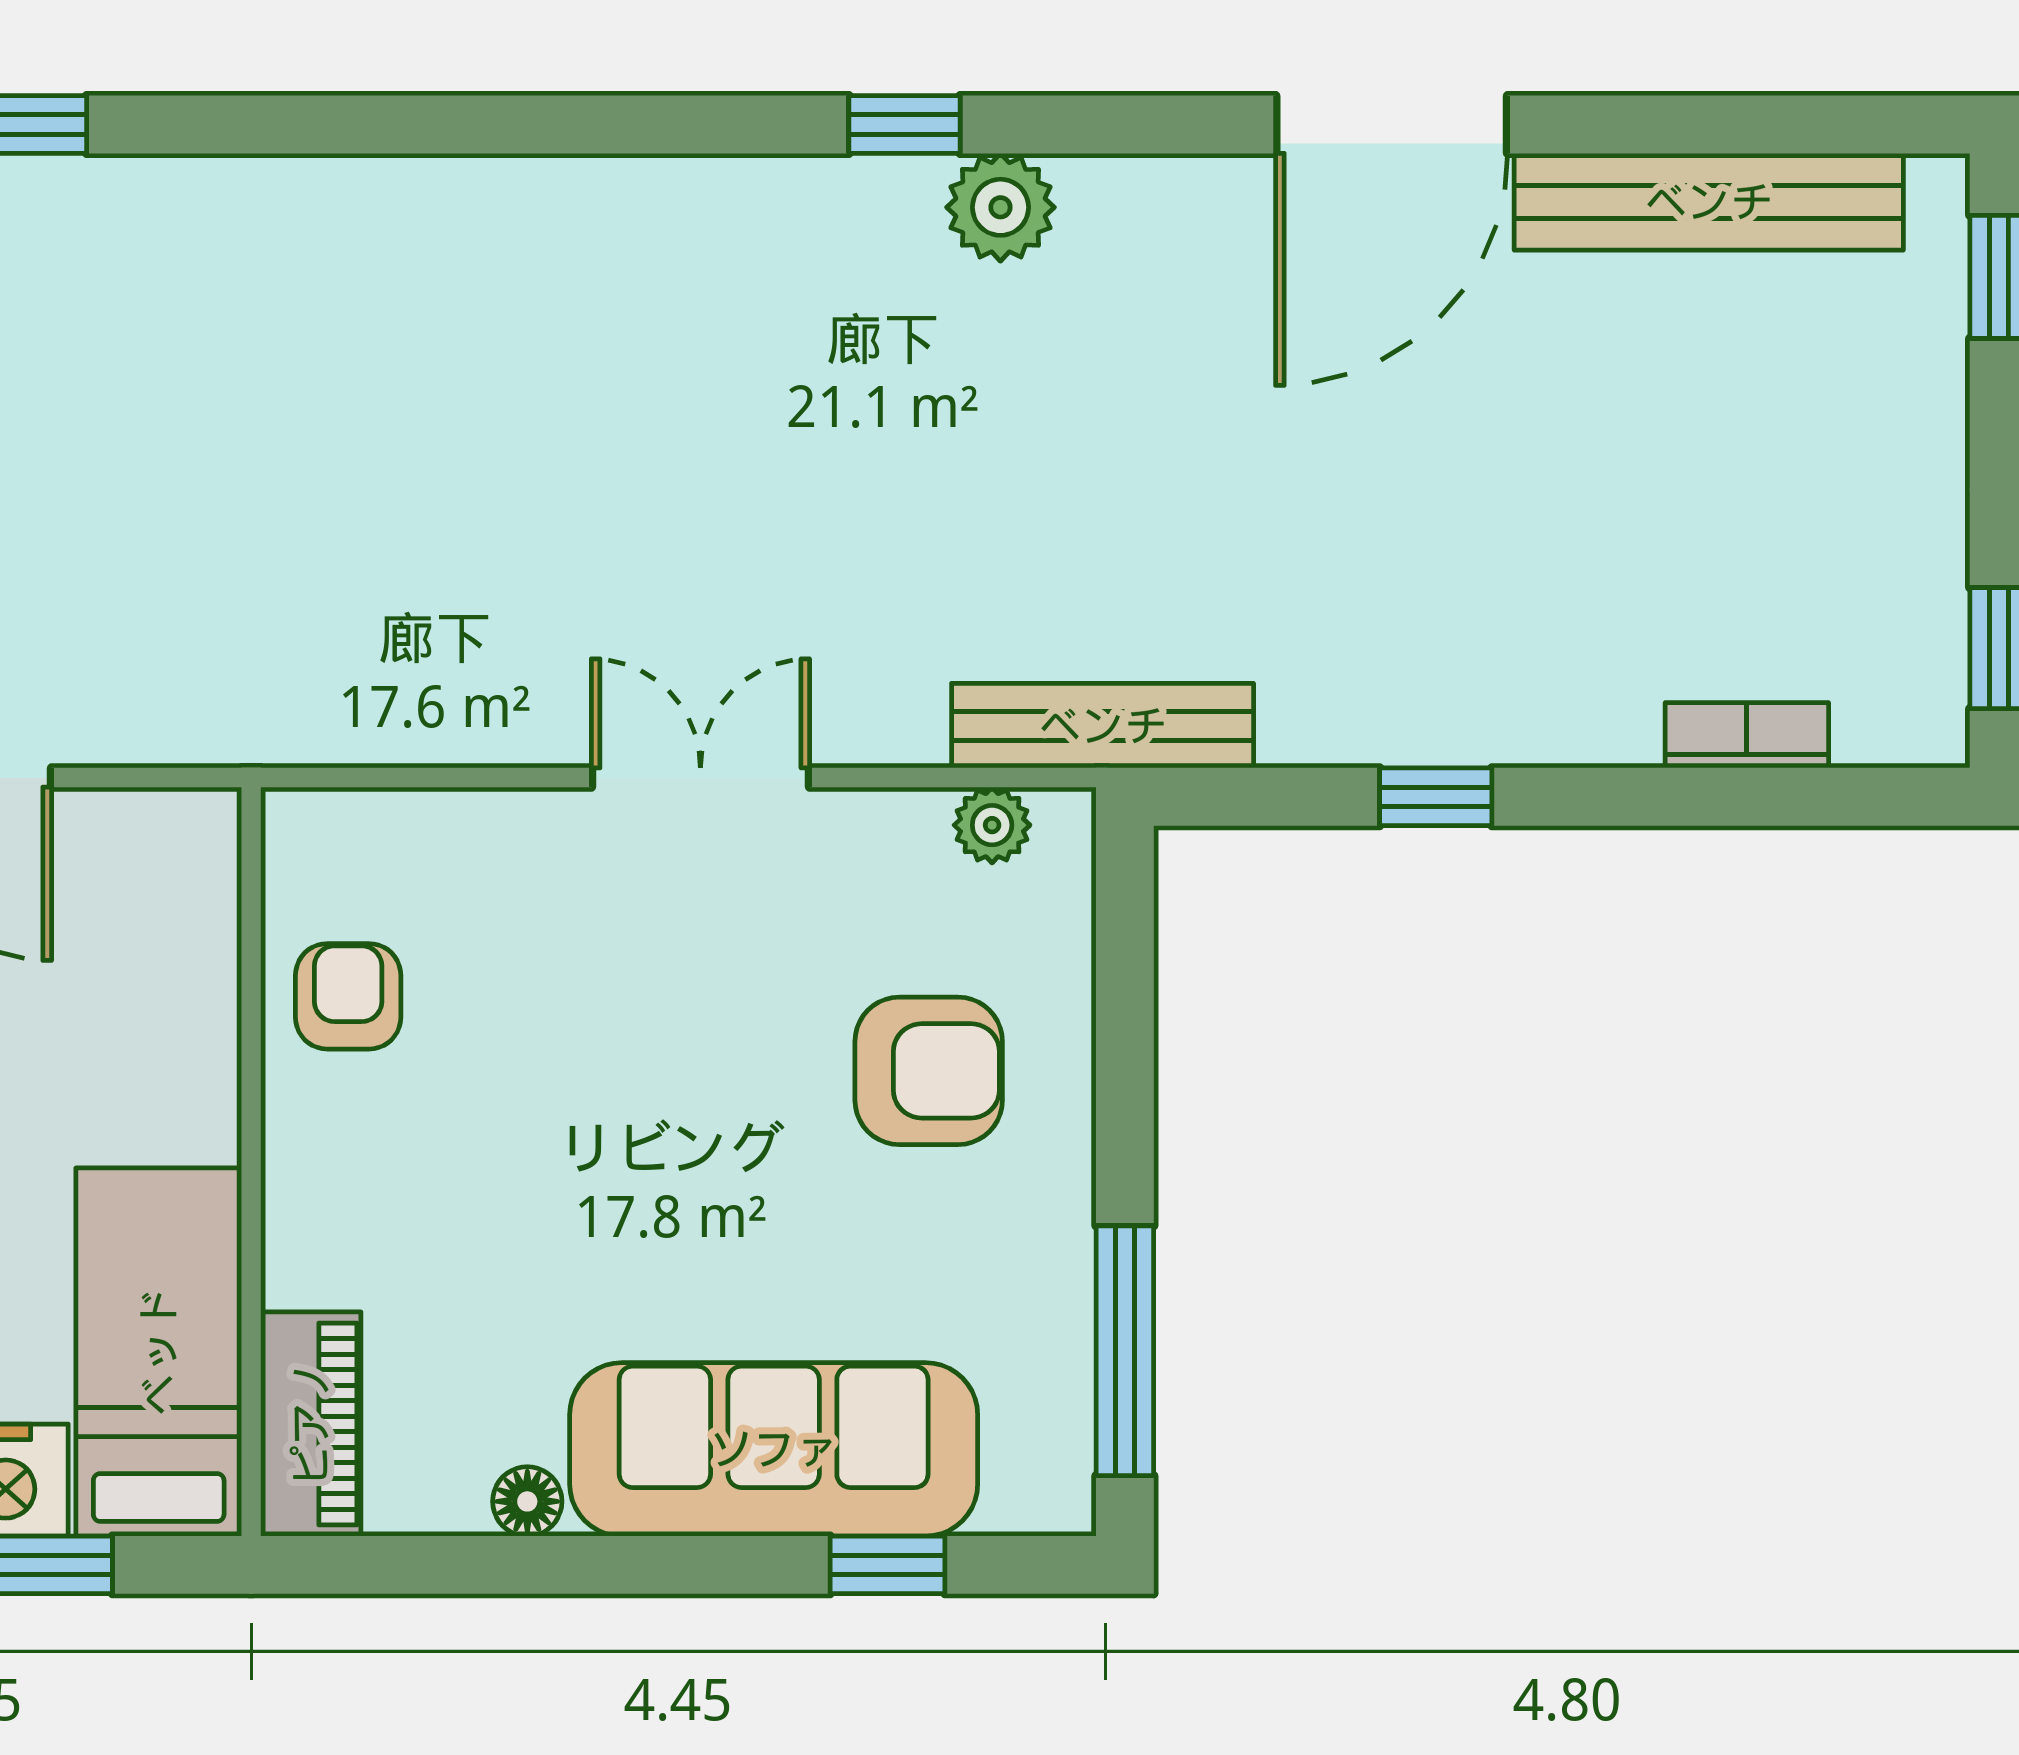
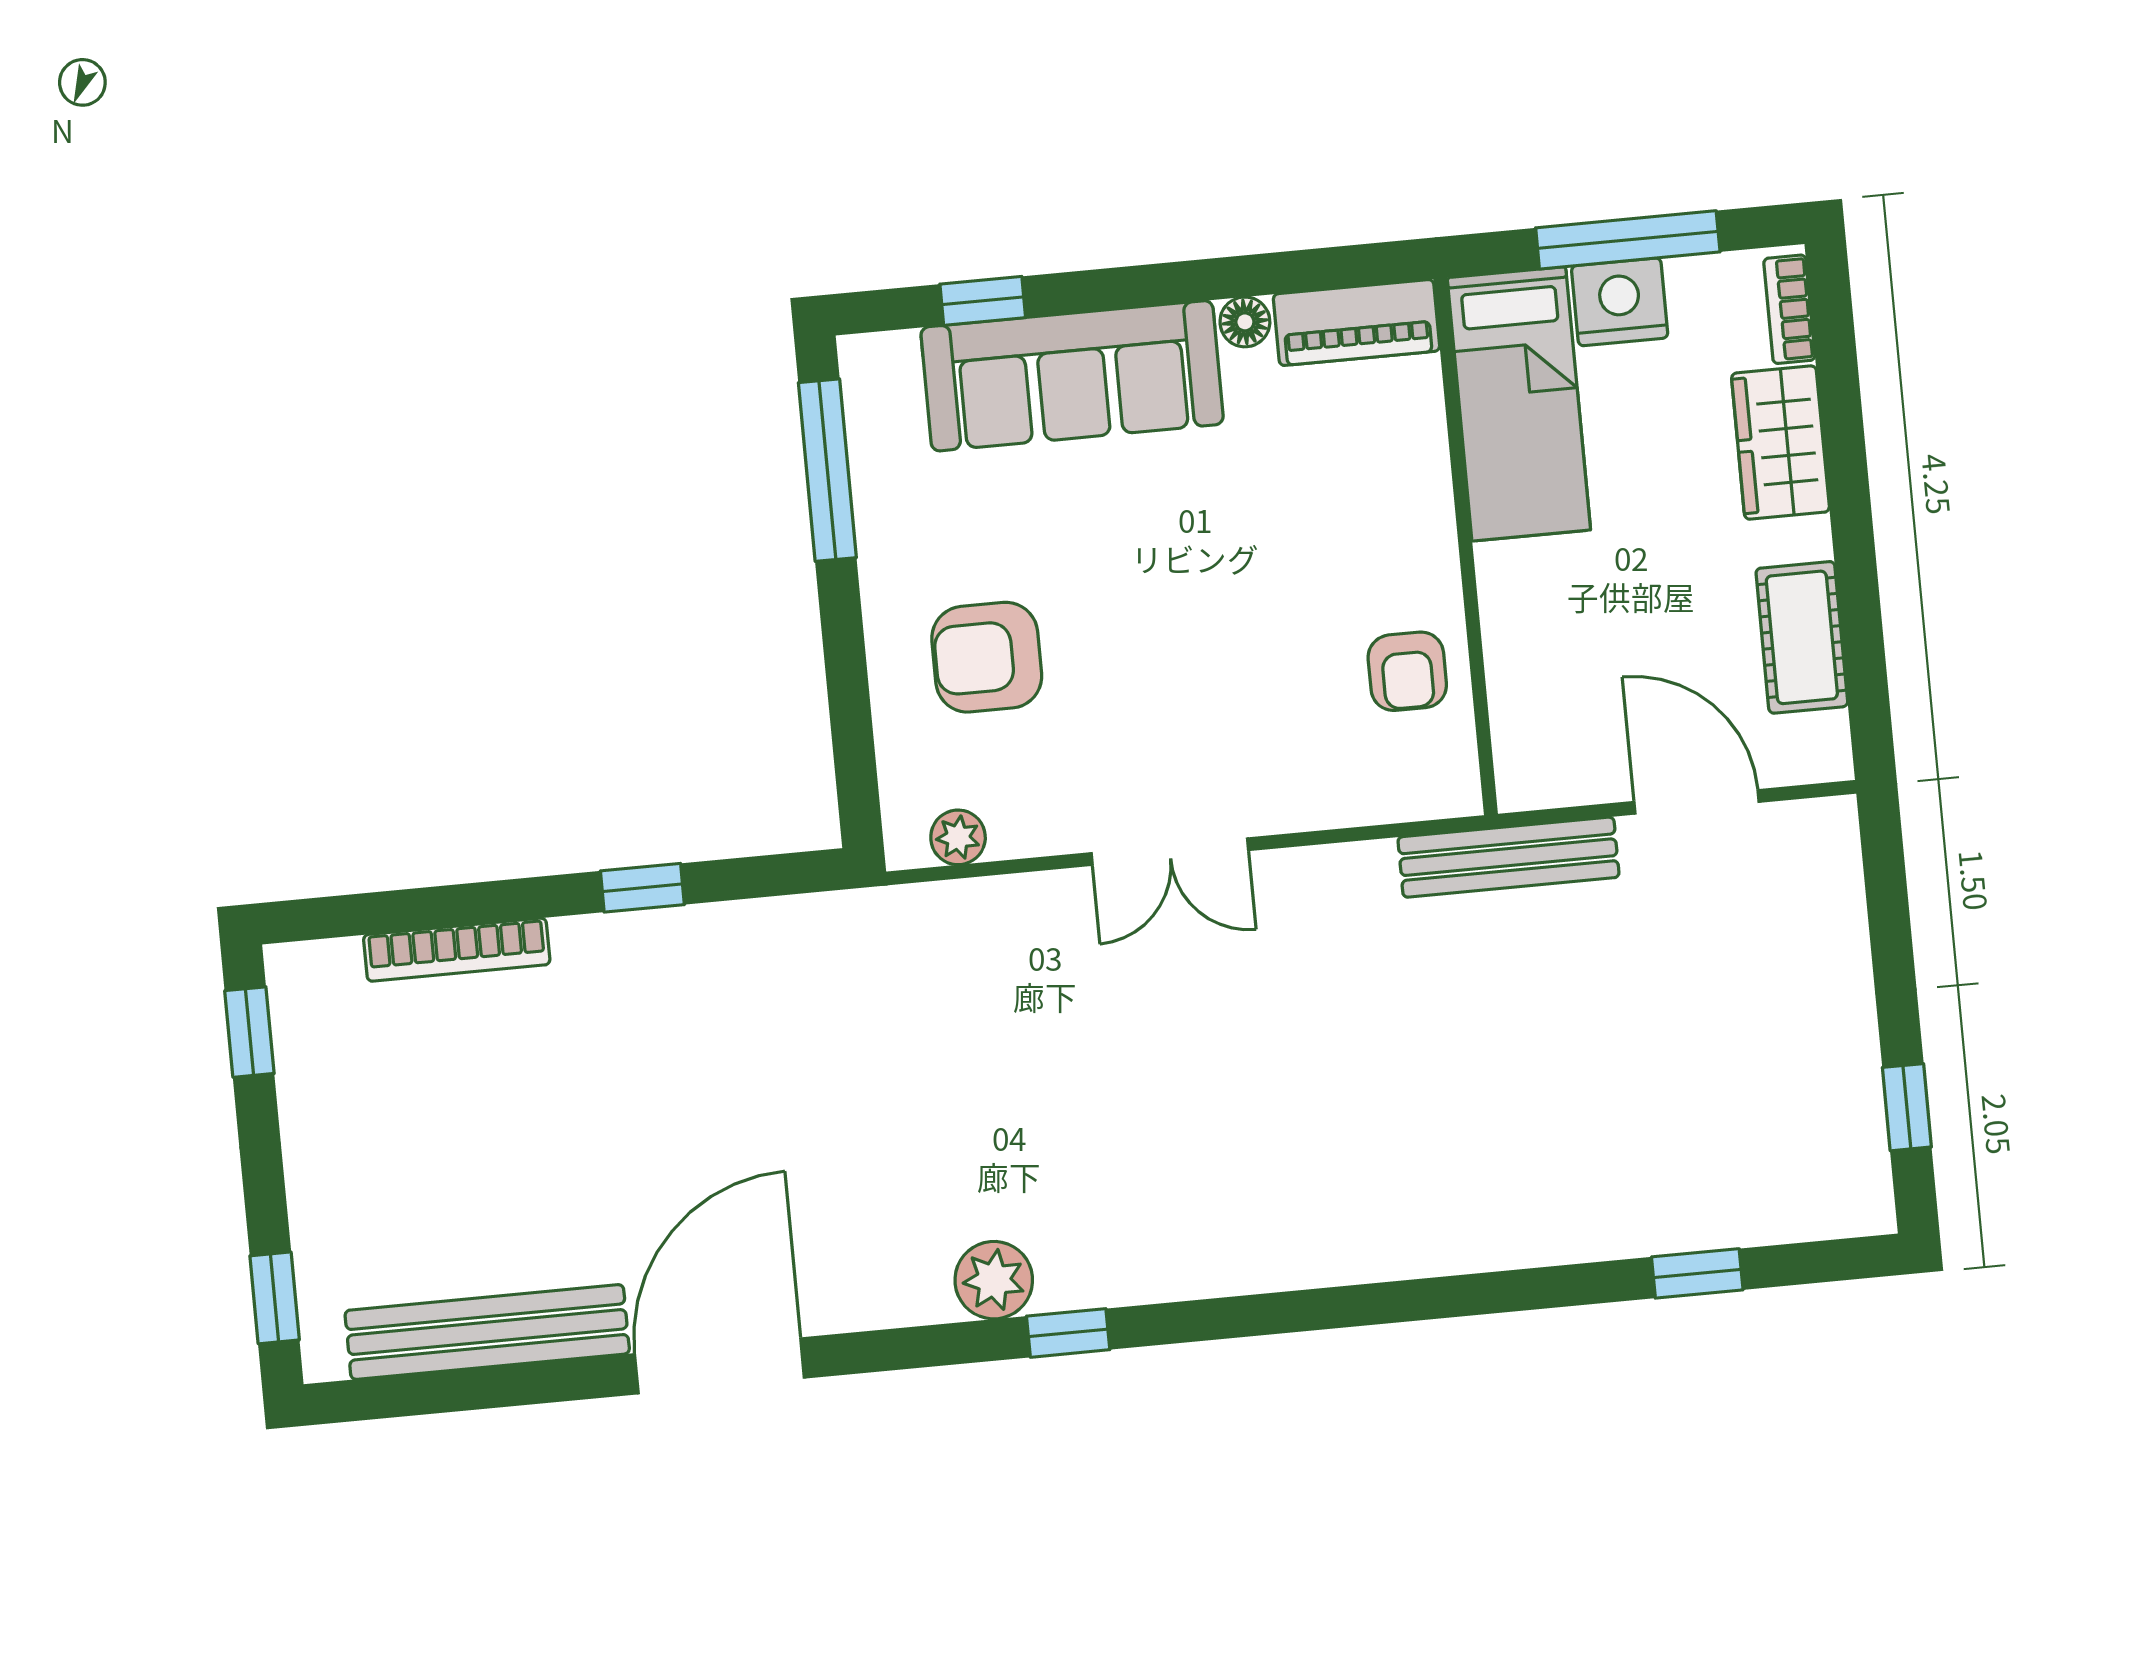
bench: (1103, 726) -> (1508, 857), moved
bookcase: (1747, 735) -> (457, 950), width x1.56
piano: (311, 1424) -> (1357, 322), moved, turned -90

